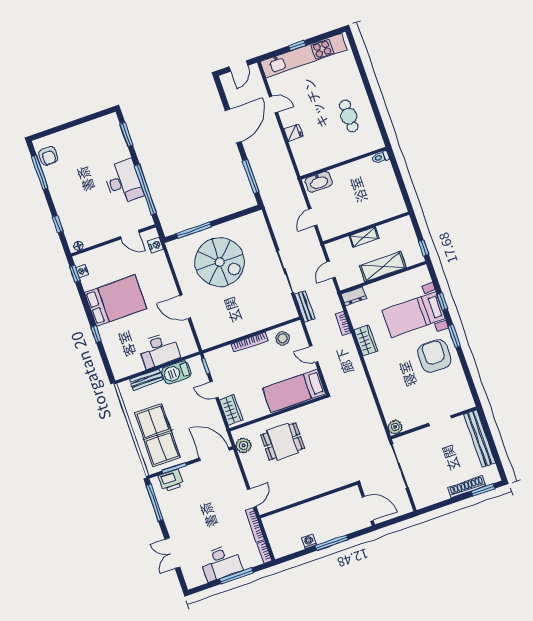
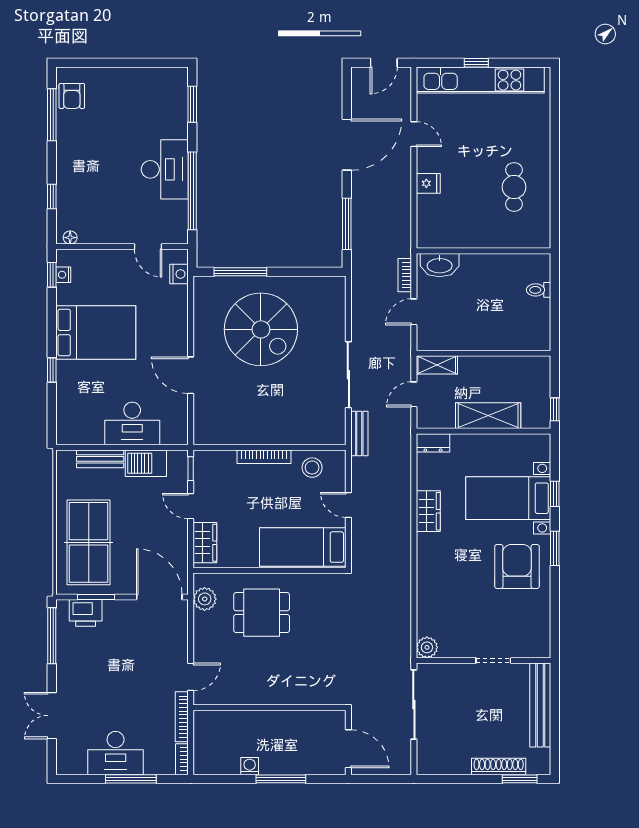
toilet: (381, 157) -> (539, 290), moved
shelving: (364, 237) -> (437, 365), moved
bookcase: (343, 323) -> (405, 275), moved

